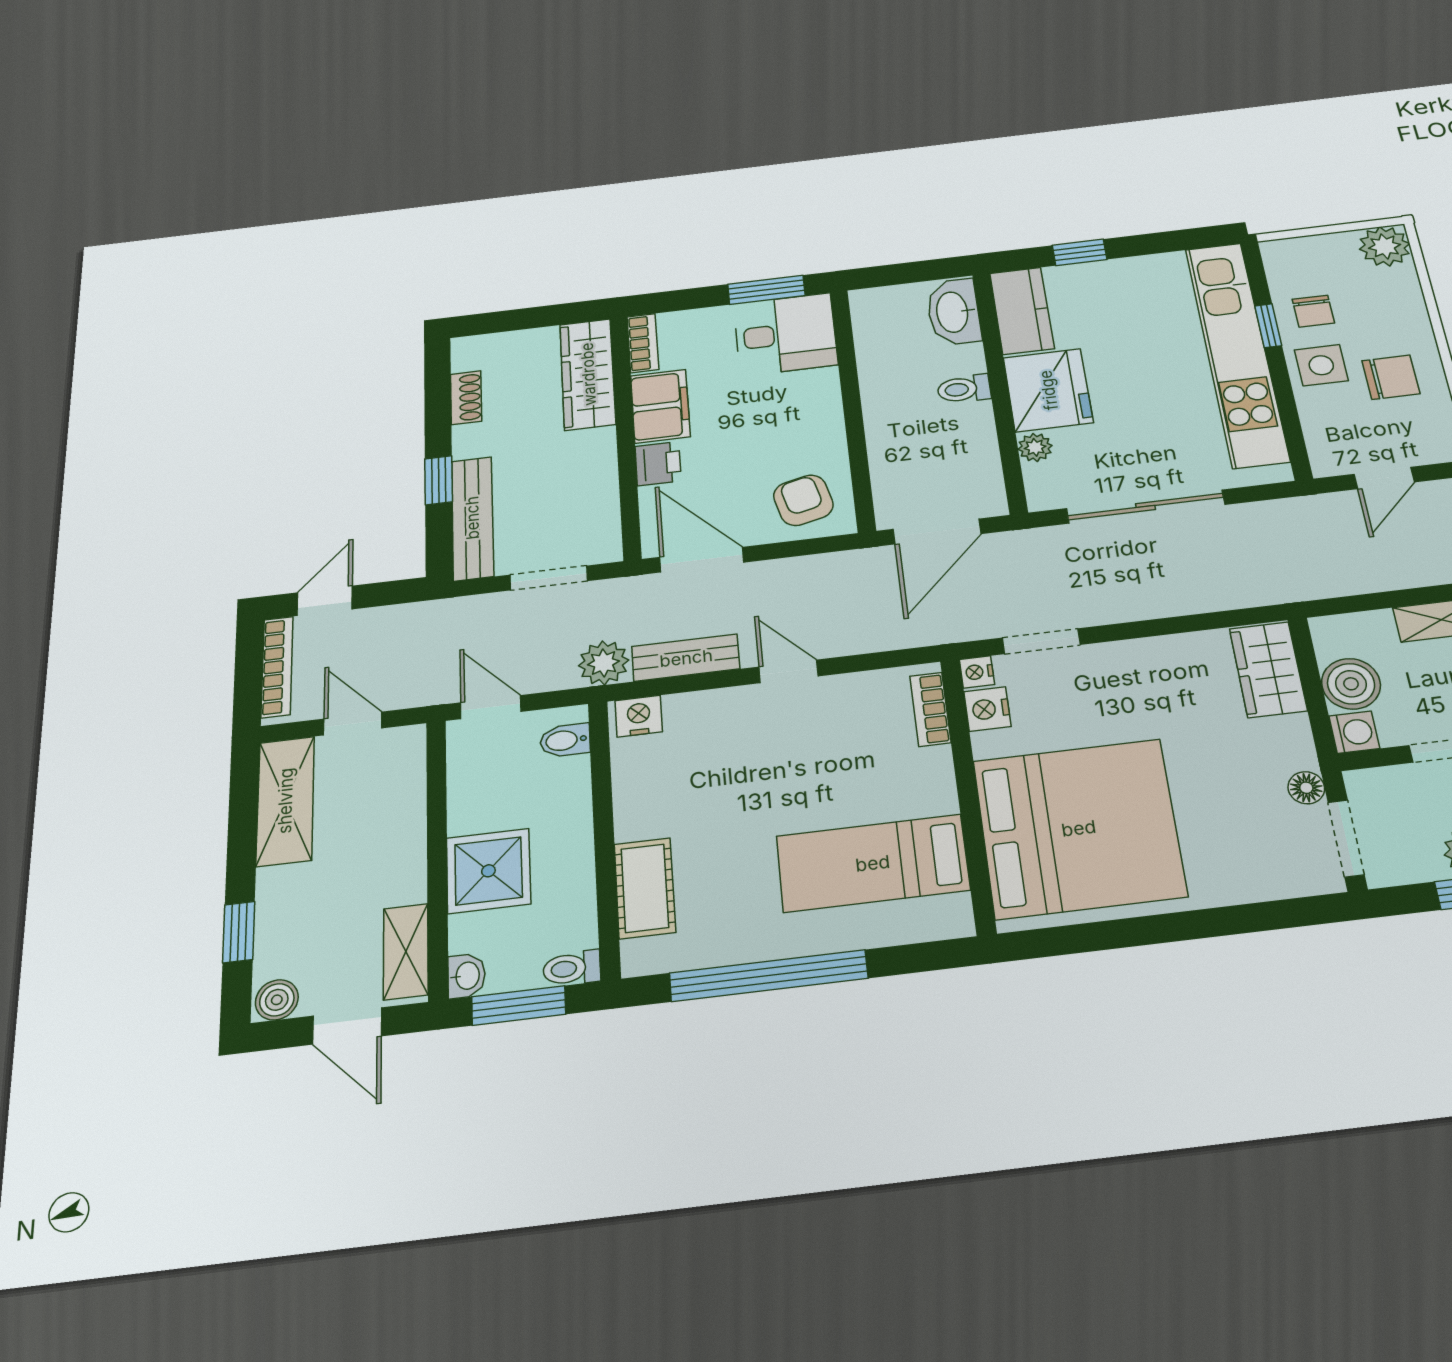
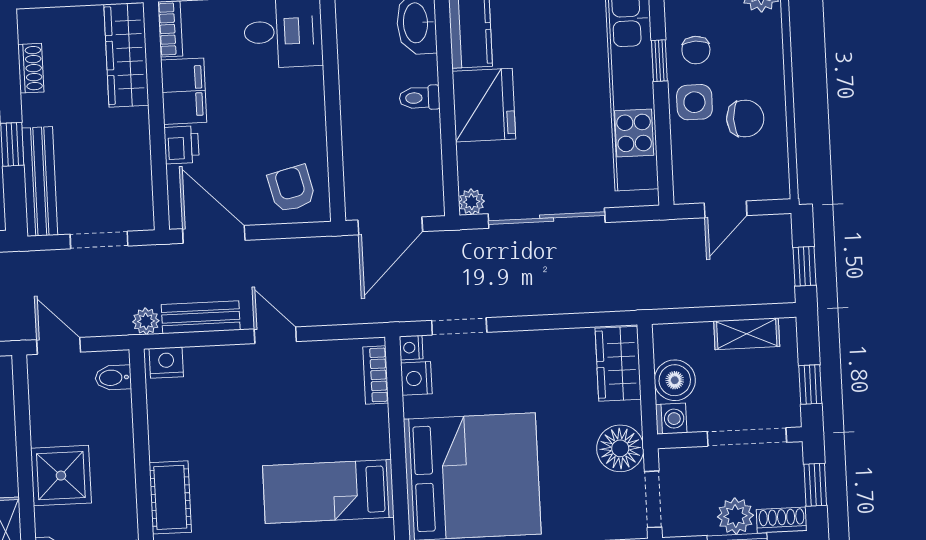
plant: (1035, 447) -> (472, 202), moved
plant: (604, 663) -> (146, 321), width x0.73, depth x0.73
floor lamp: (1306, 788) -> (620, 448), width x1.89, depth x1.89

